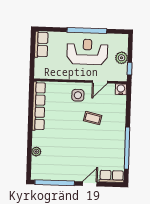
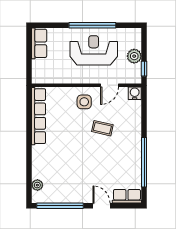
plant: (36, 152) -> (37, 185), moved
door: (90, 184) -> (102, 206), hinge flipped

